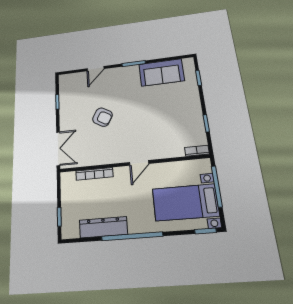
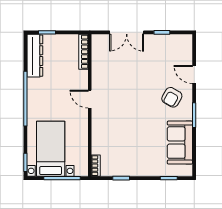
armchair: (103, 117) -> (172, 97), moved
double door: (58, 149) -> (127, 32), moved
door: (139, 163) -> (90, 99), moved
bookcase: (94, 174) -> (84, 52), moved
dresser: (103, 227) -> (35, 56), moved

